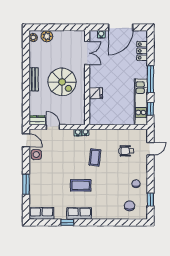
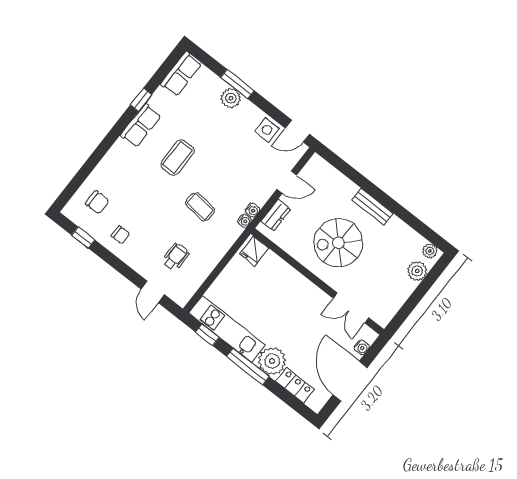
plant: (139, 70) -> (272, 361), added
fridge: (96, 93) -> (254, 251), moved
dresser: (37, 120) -> (276, 215), moved
plant: (35, 182) -> (231, 98), added

